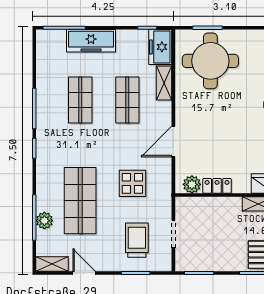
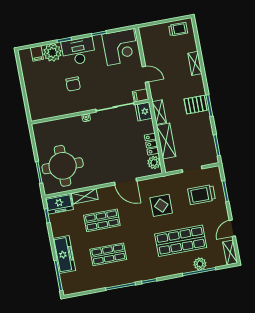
shelving: (218, 206) -> (166, 141), added

